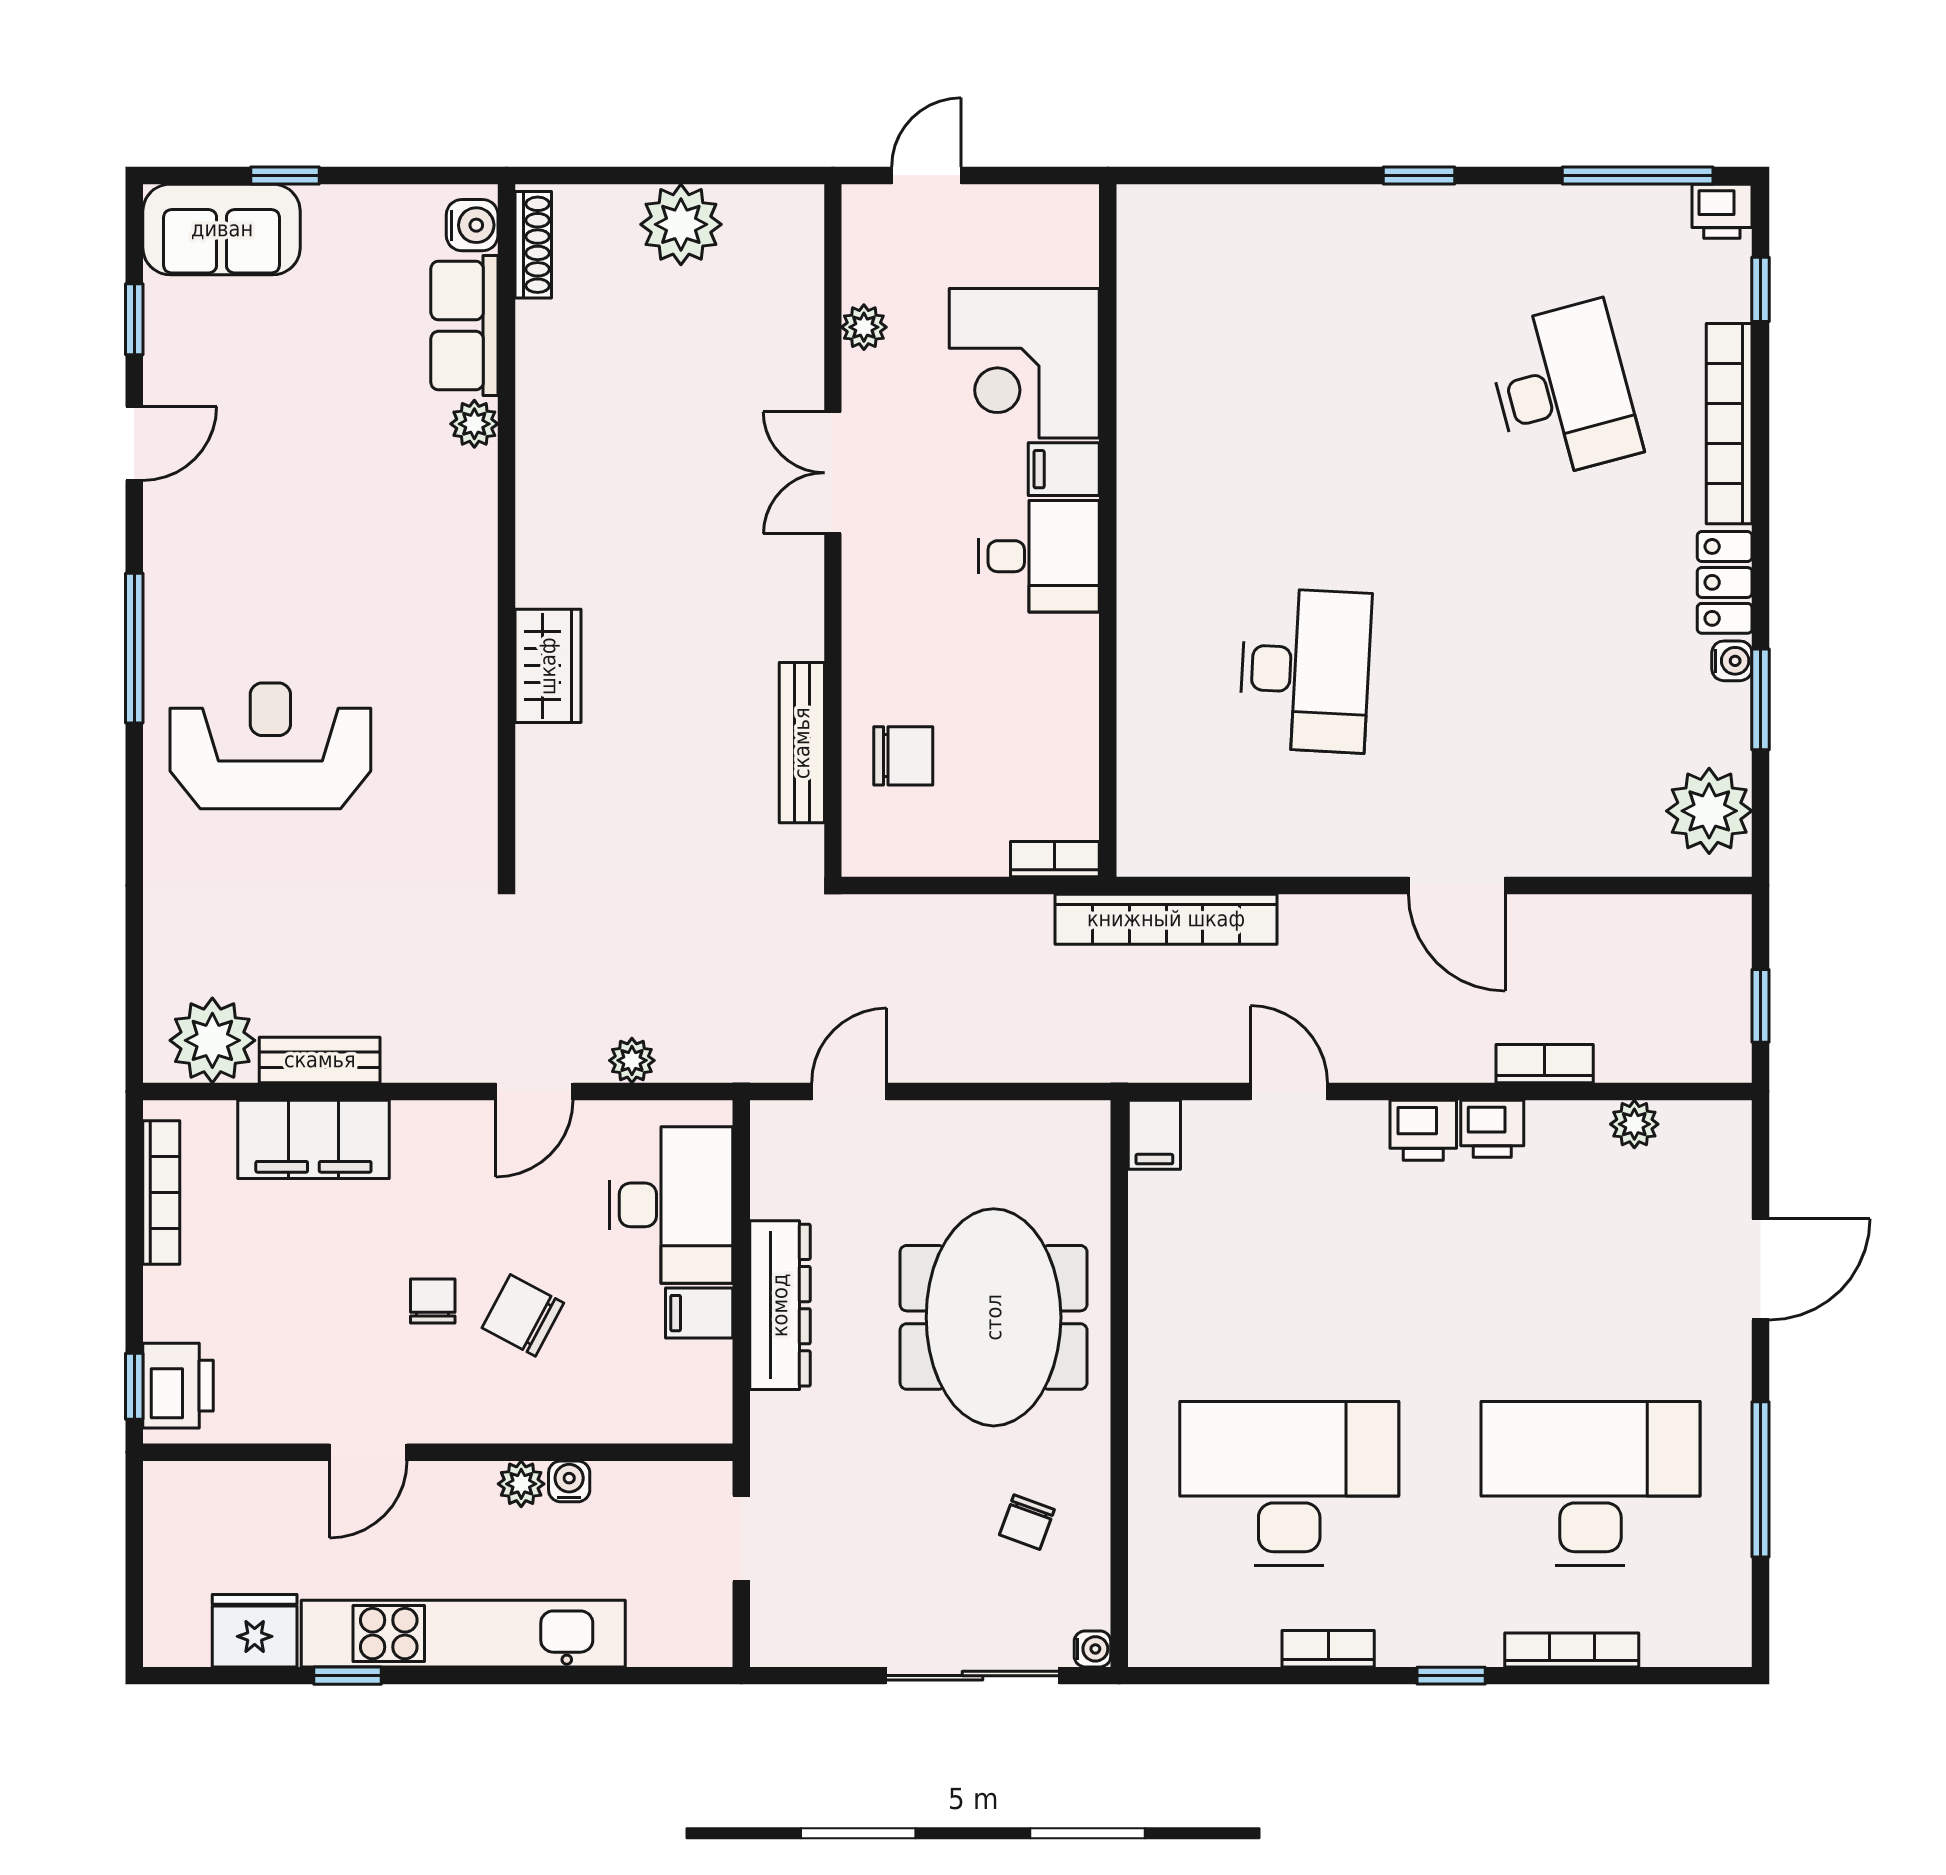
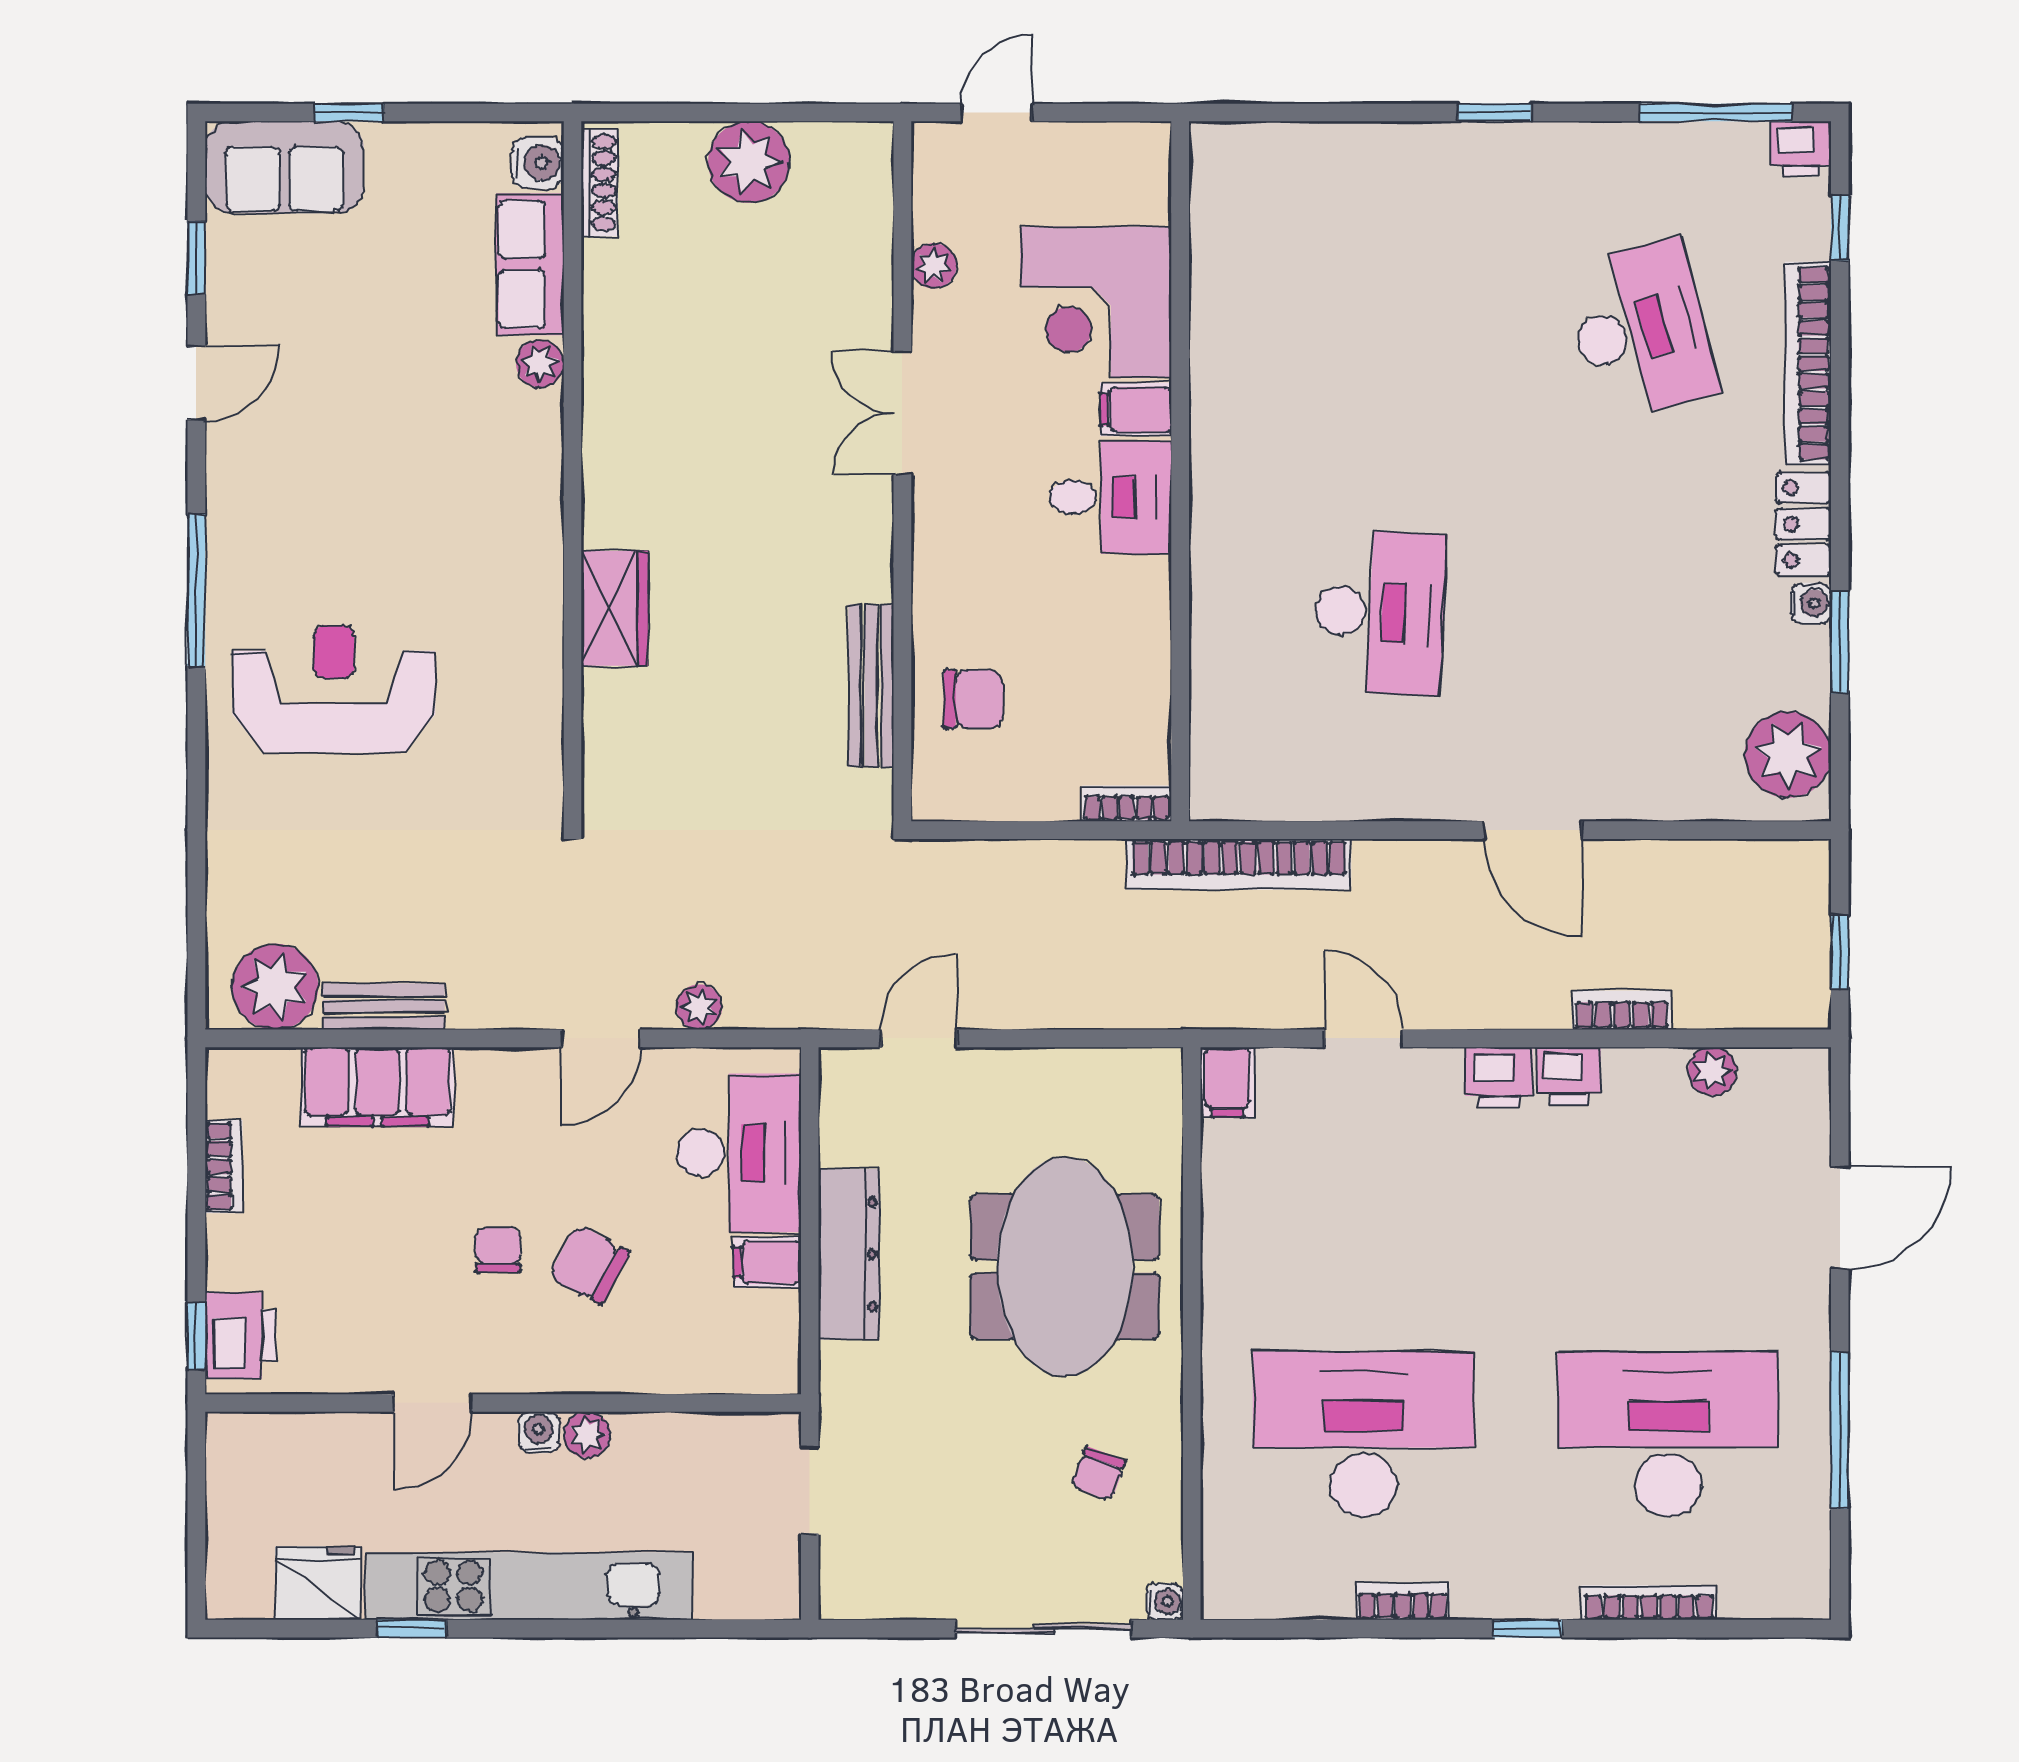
bookcase: (161, 1193) -> (224, 1167), width x0.64
water cooler: (569, 1481) -> (539, 1432), moved

